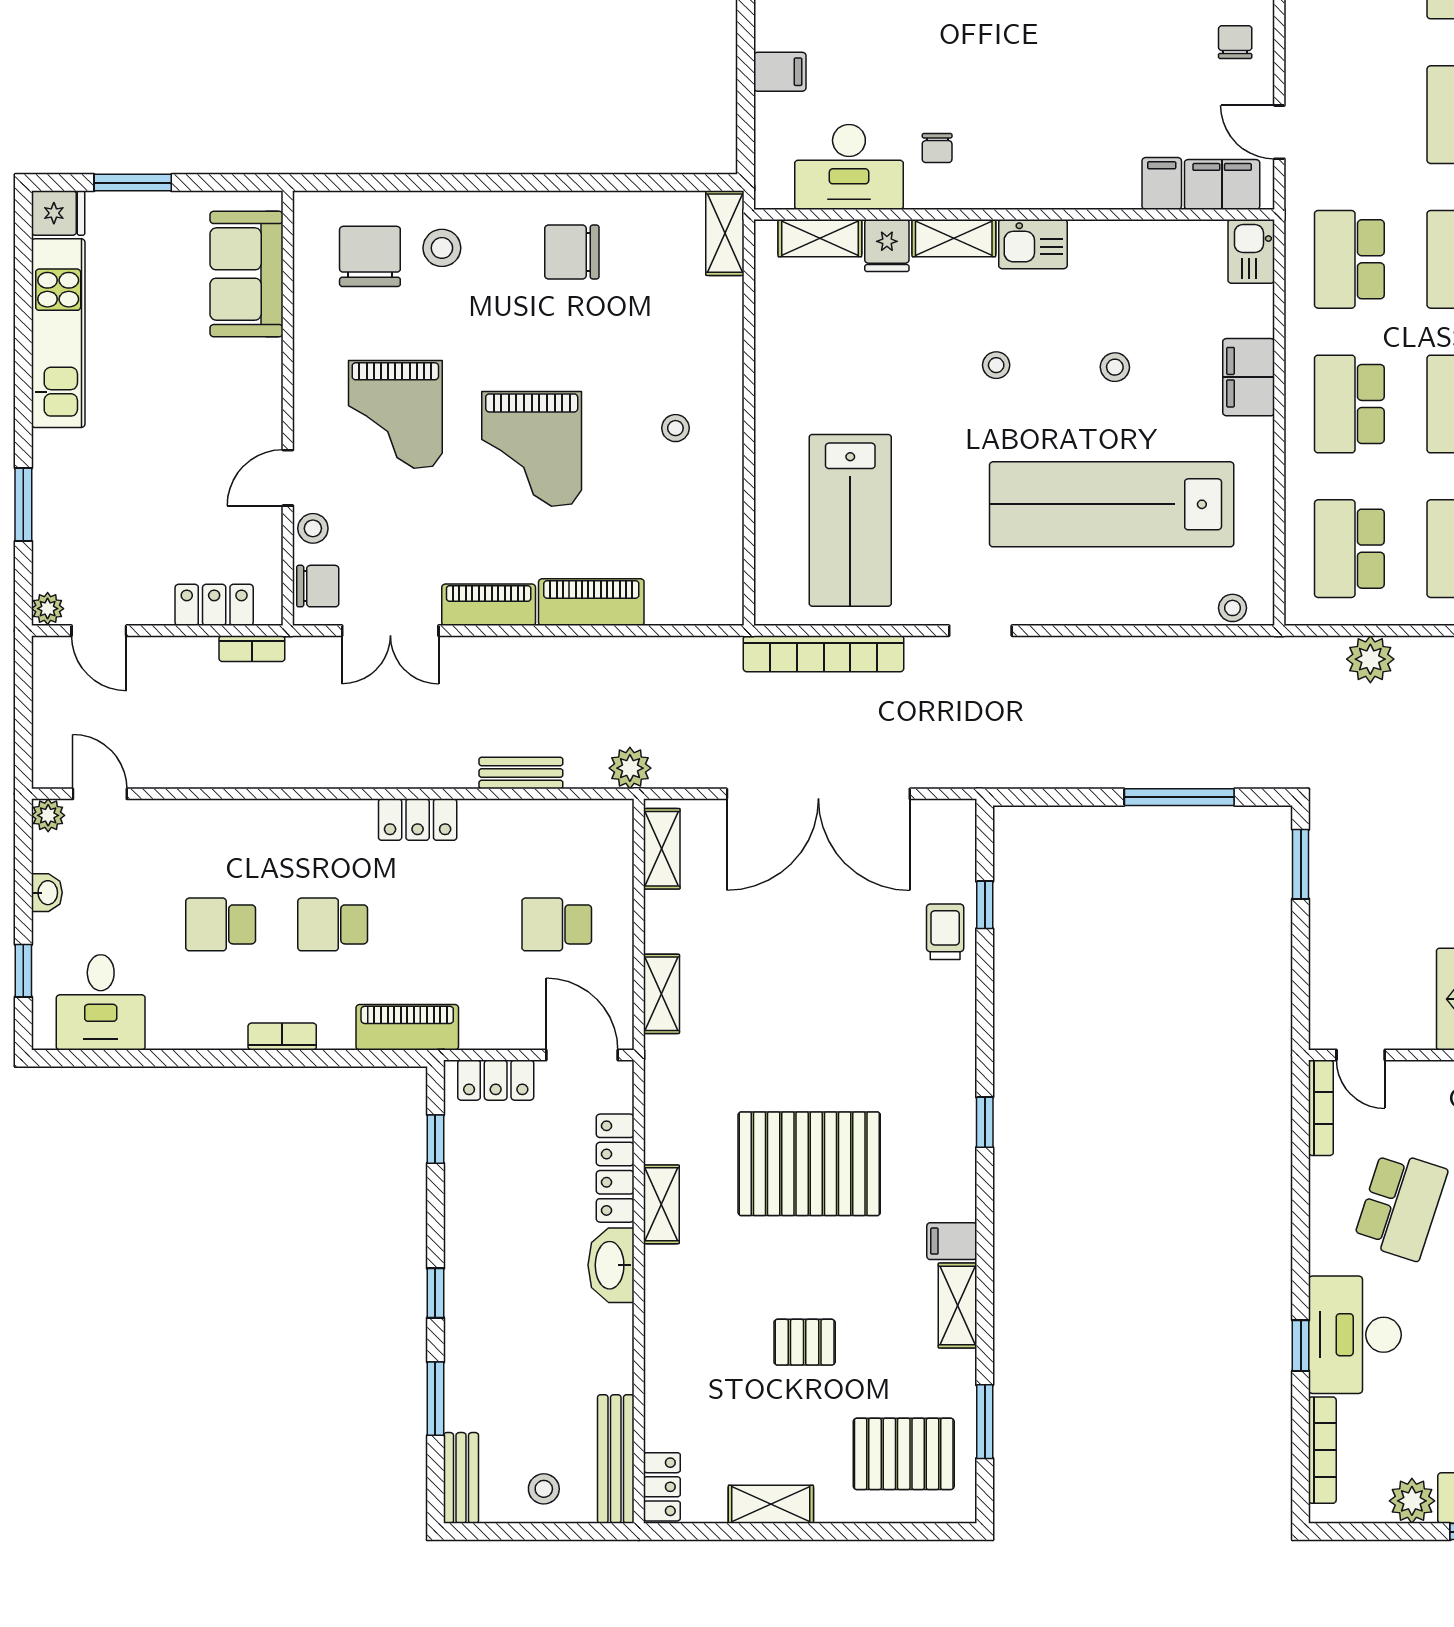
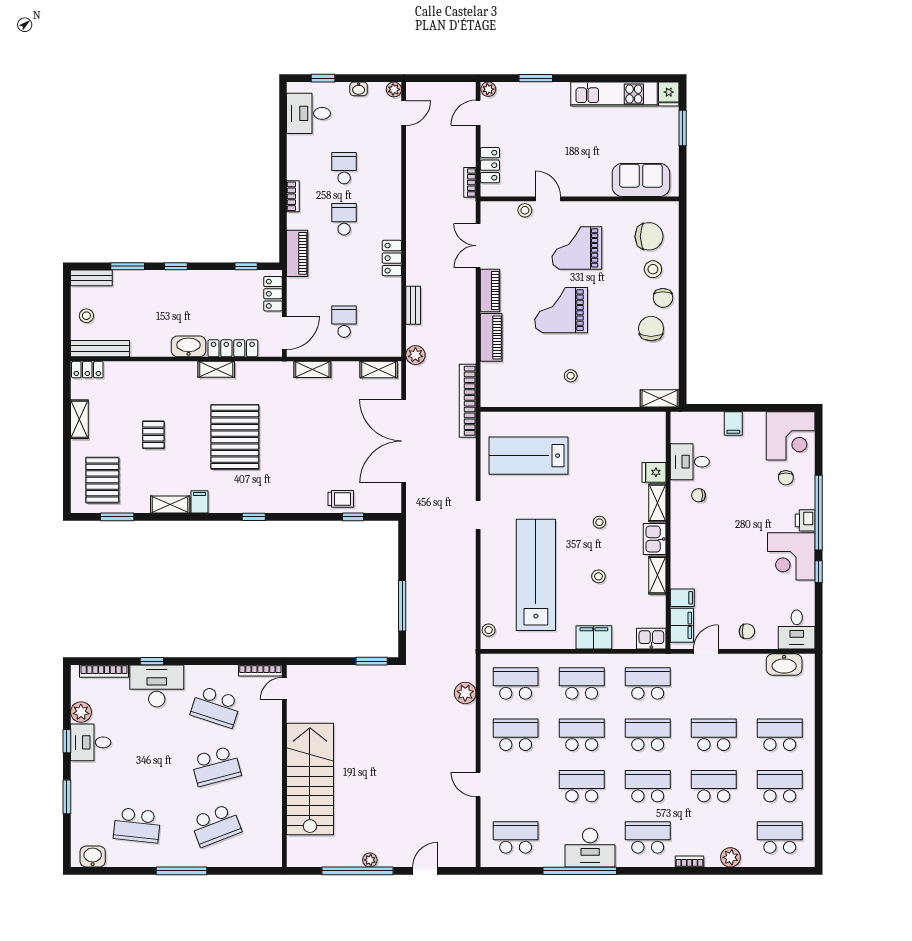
desk: (849, 167) -> (690, 462), width x0.73
shelving: (820, 238) -> (657, 575), moved
chair: (318, 586) -> (663, 298), moved
bookcase: (824, 654) -> (468, 401), moved

